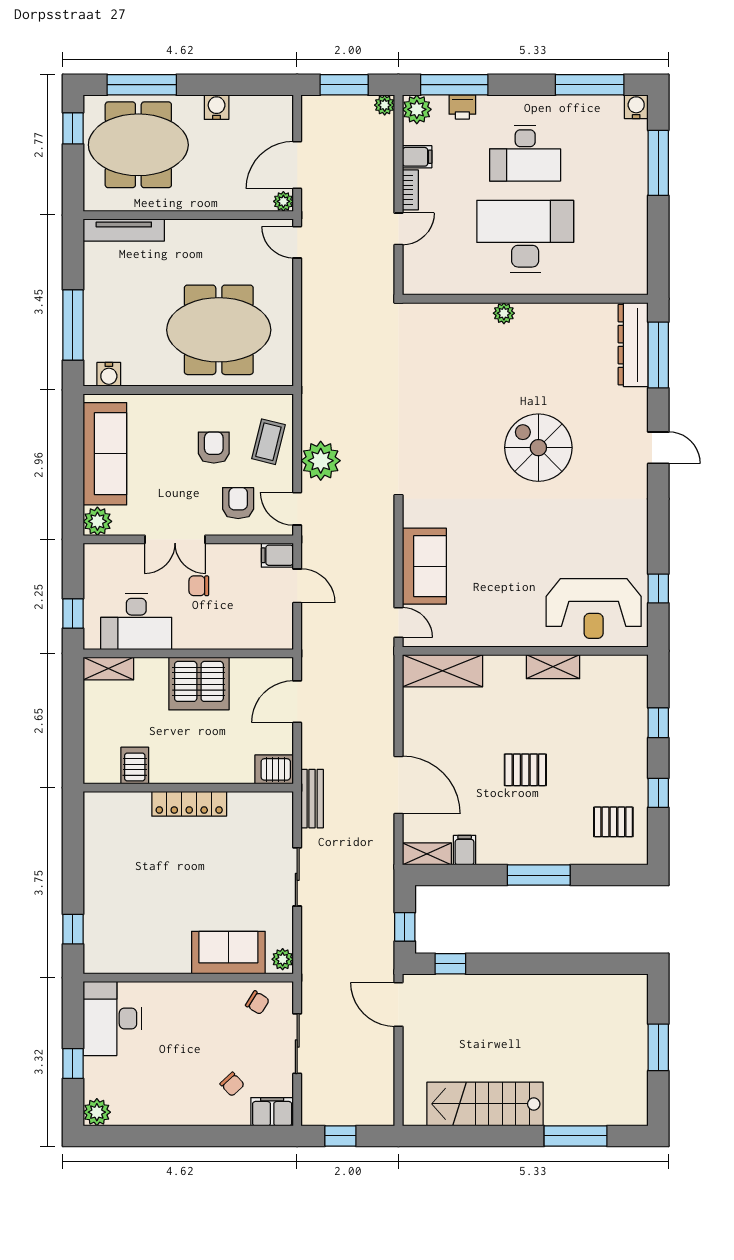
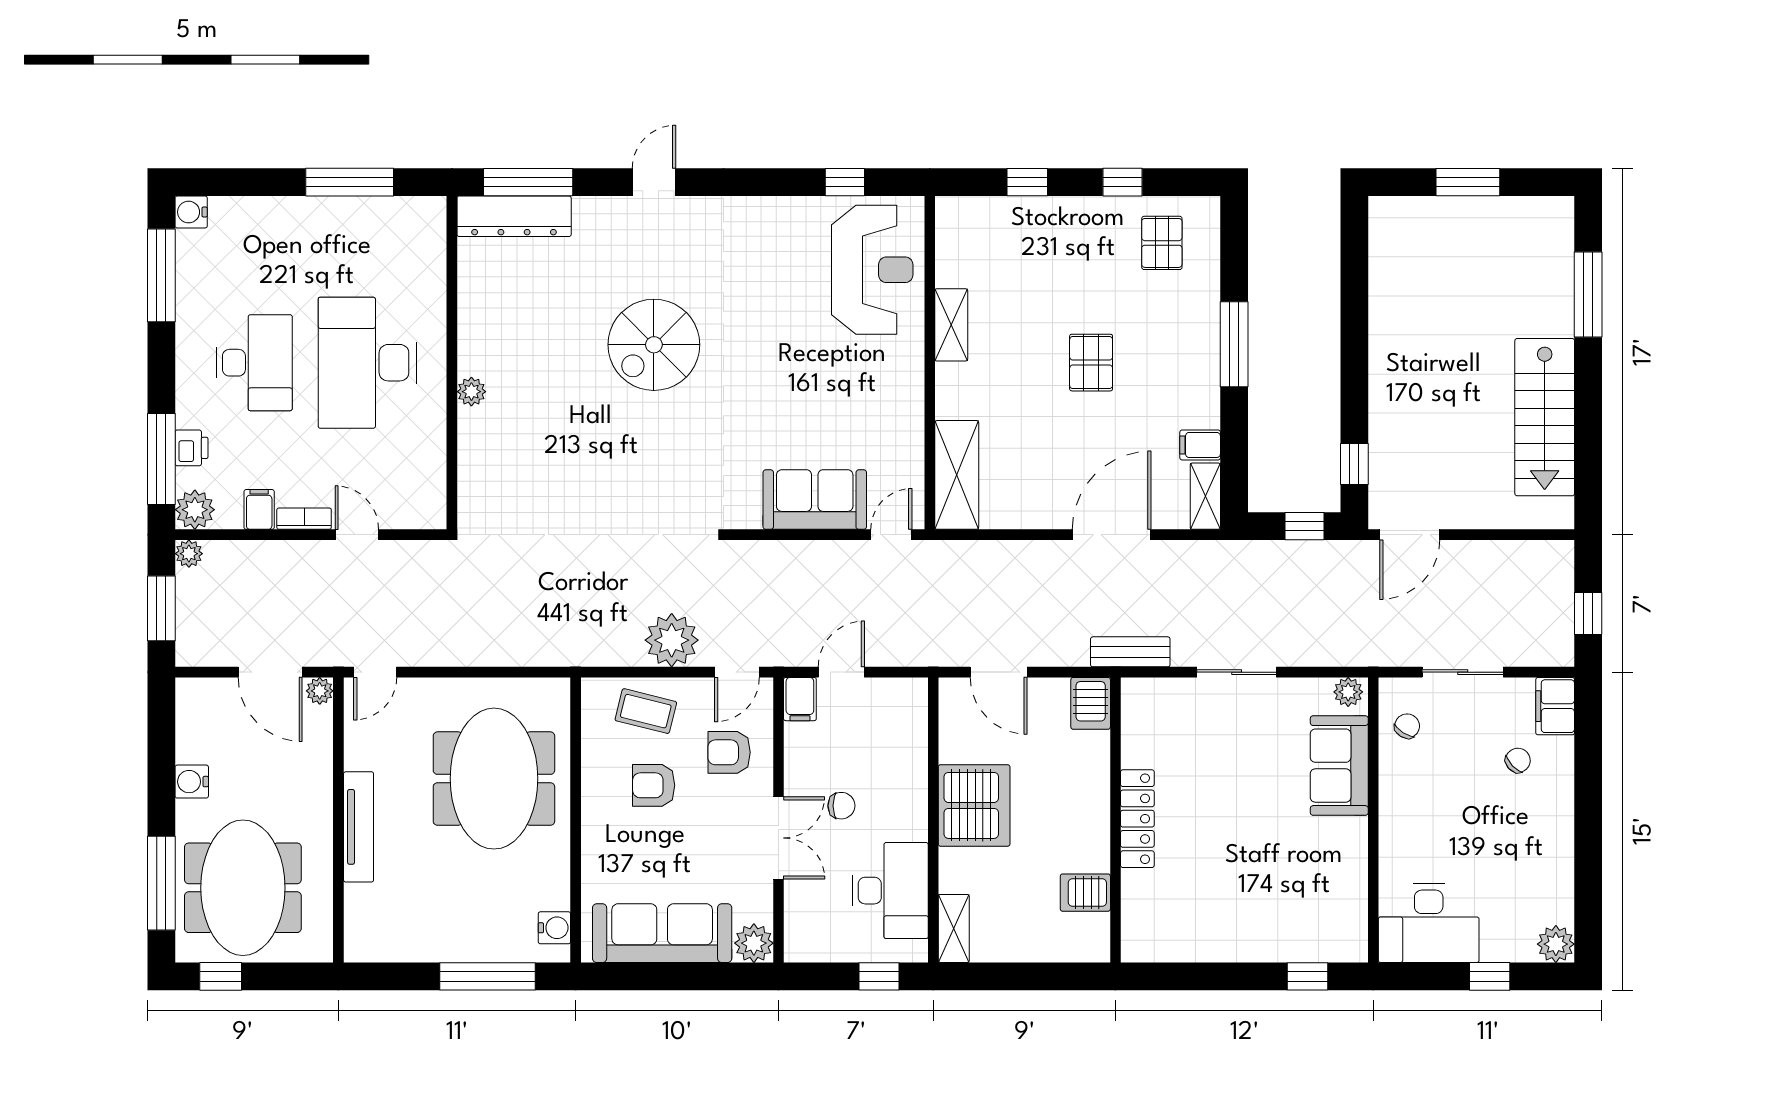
window: (658, 163) -> (350, 182), moved
tv unit: (124, 230) -> (359, 827), moved
chair: (199, 586) -> (841, 806), turned -90

